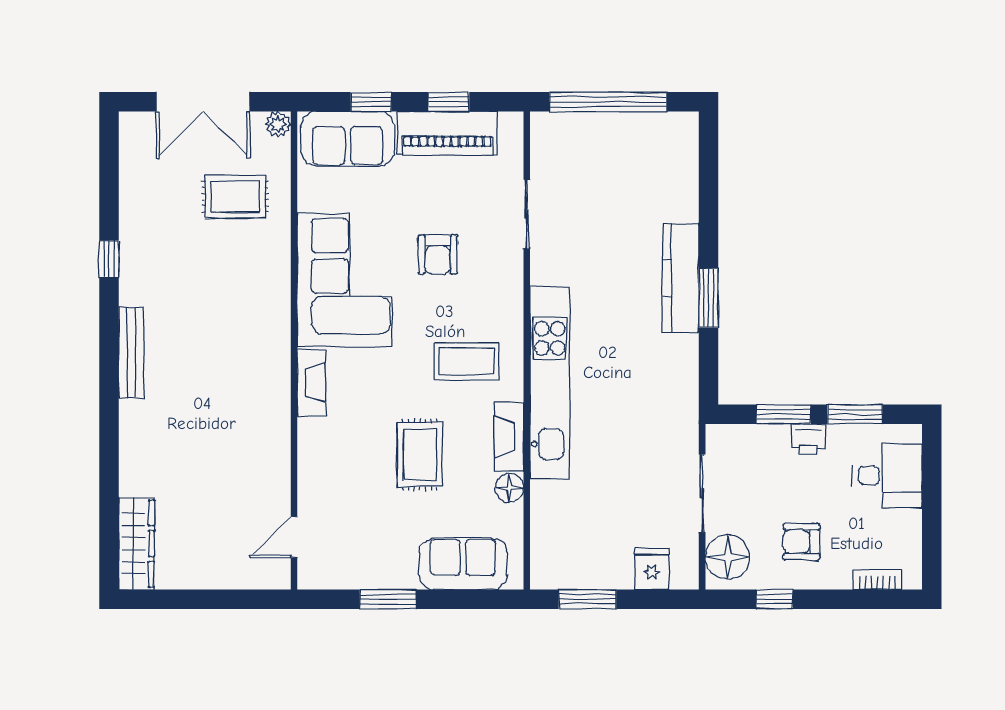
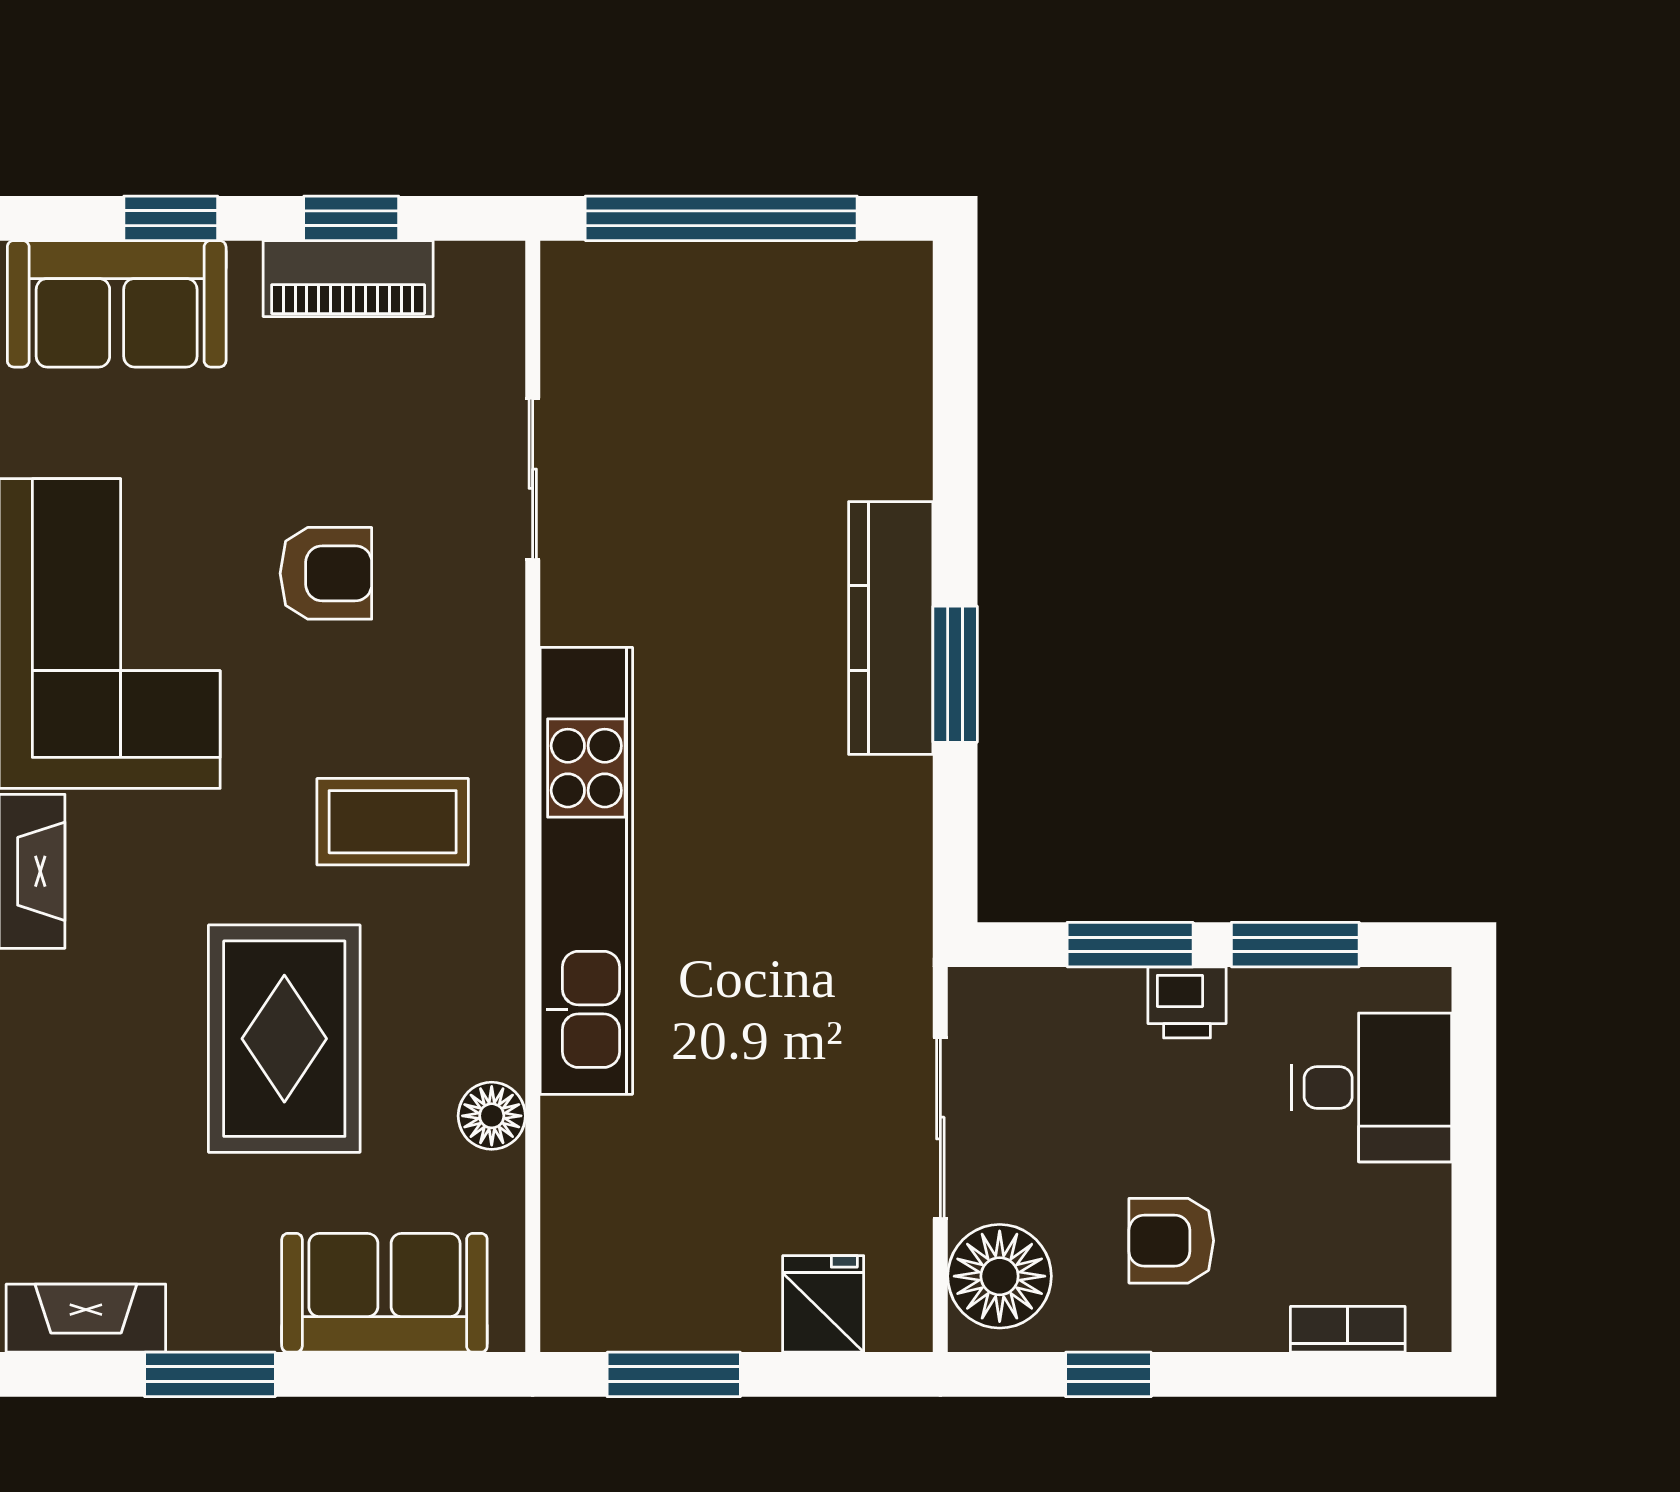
piano: (447, 133) -> (348, 279), width x0.73, depth x0.75
armchair: (438, 255) -> (326, 573), turned -90
fireplace: (509, 437) -> (86, 1318), moved, turned 90
rug: (420, 455) -> (284, 1039), width x1.36, depth x1.43

